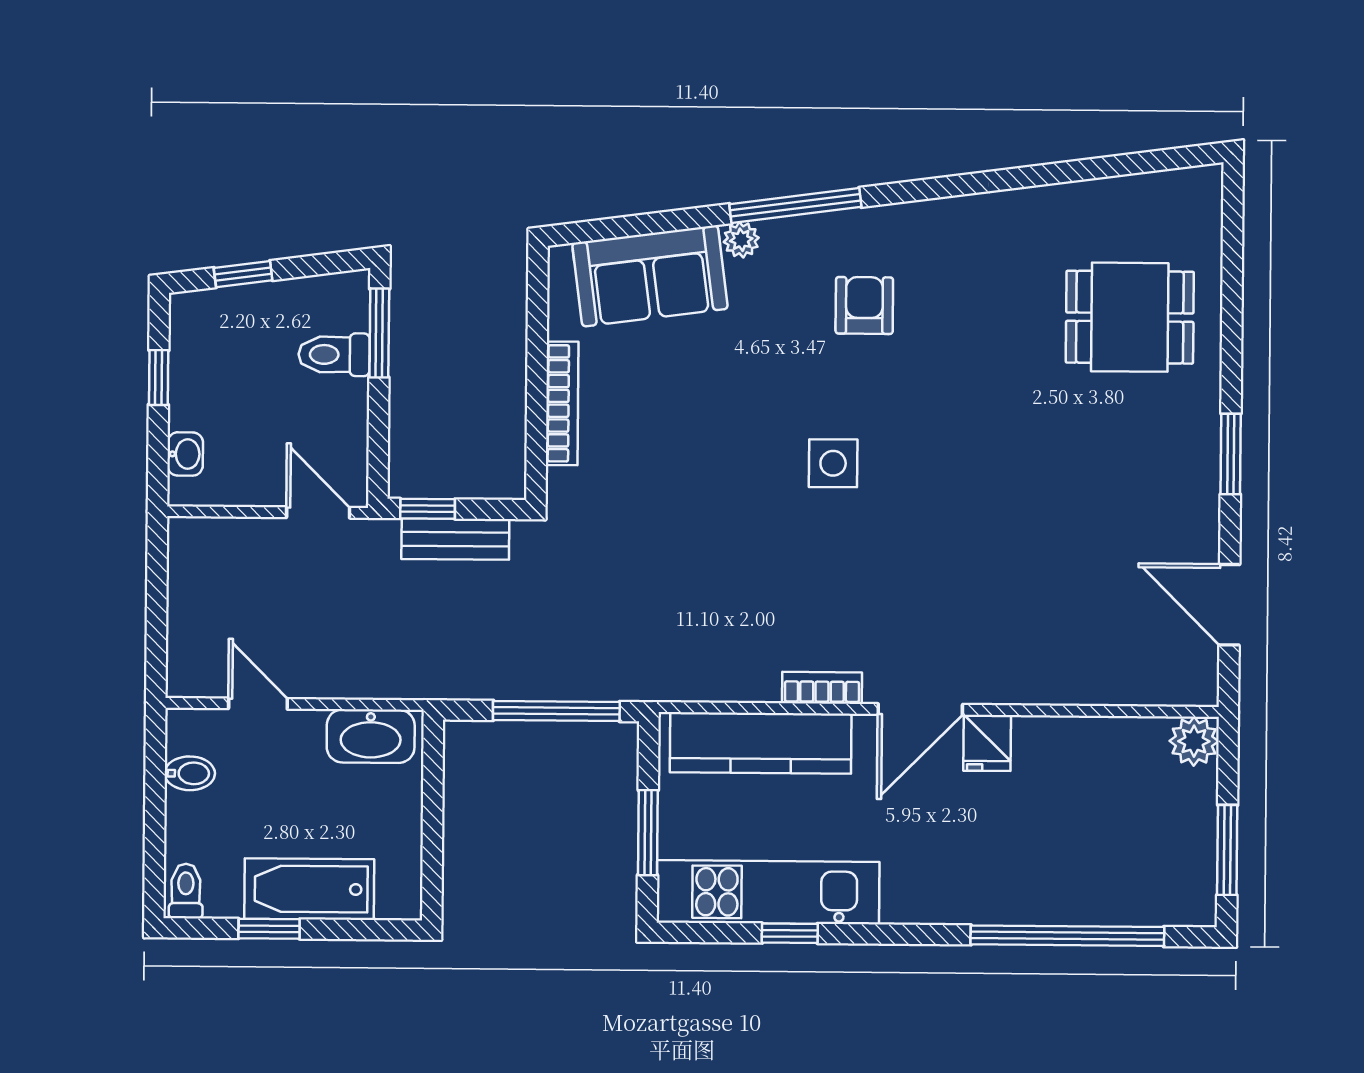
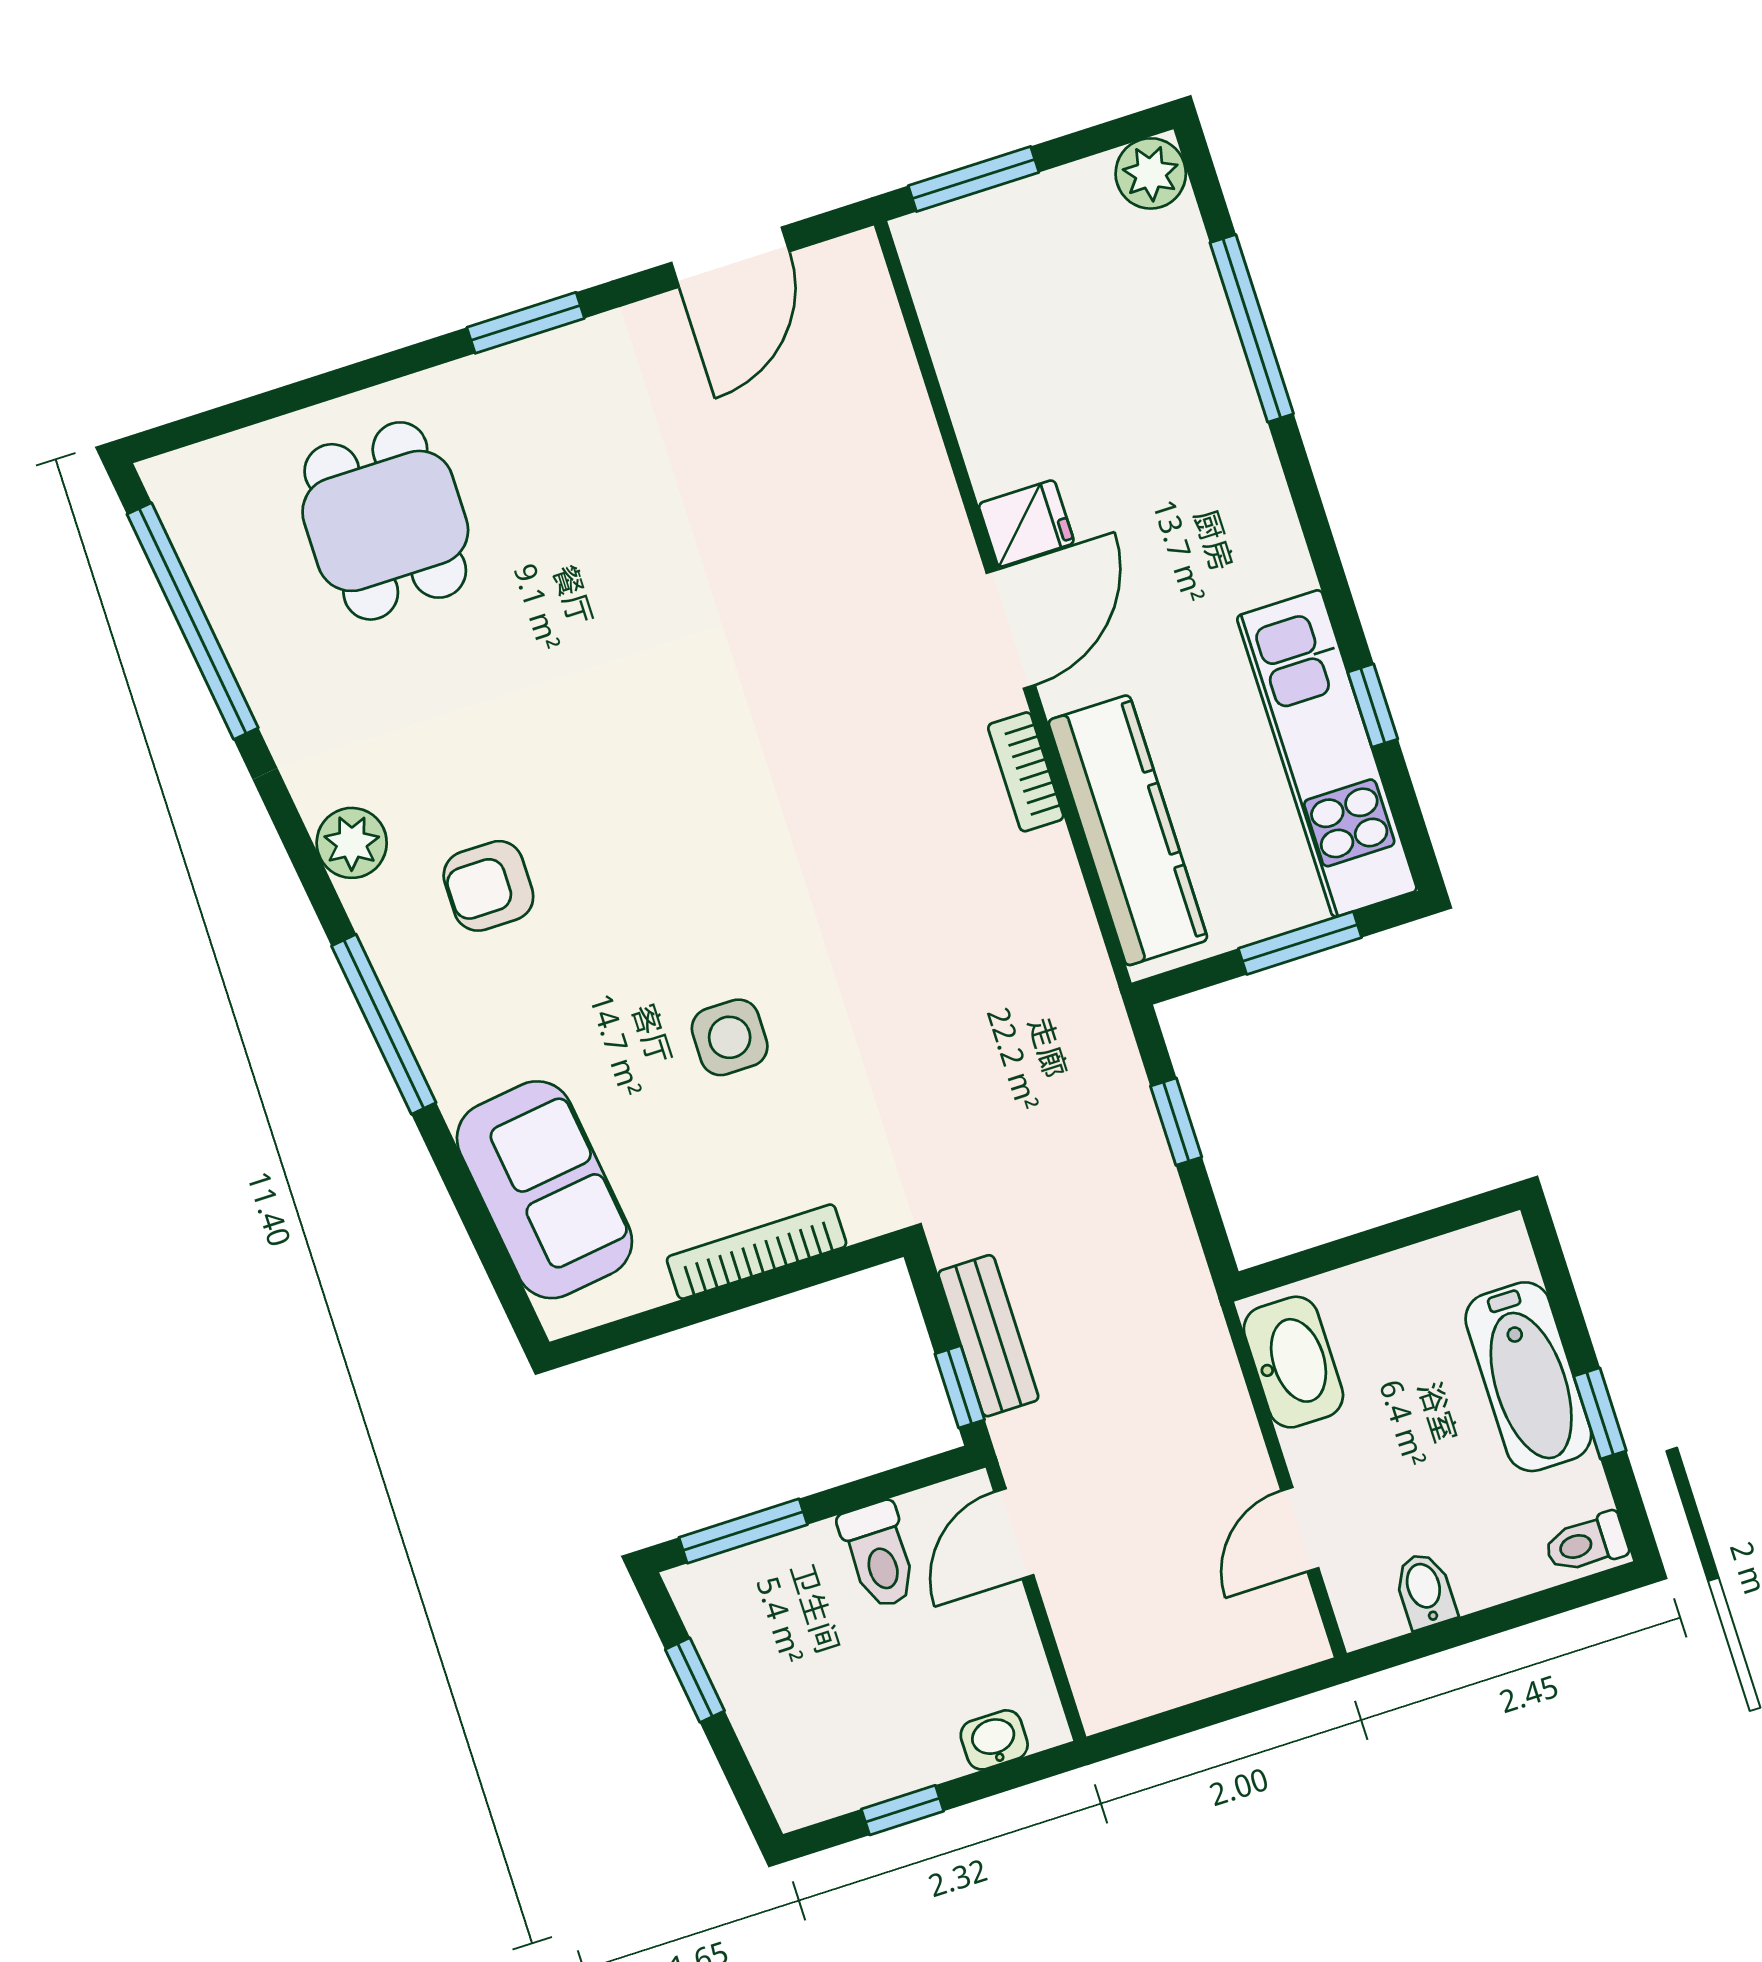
window: (1106, 167) -> (193, 621), added
plant: (741, 240) -> (352, 843), moved, width x1.38, depth x1.38
window: (243, 274) -> (695, 1680), moved
toilet: (334, 355) -> (879, 1555), moved
side table: (833, 463) -> (730, 1037), moved
door: (920, 709) -> (1011, 629), hinge flipped
window: (556, 711) -> (1176, 1122), width x0.46
plant: (1194, 741) -> (1151, 173), moved
window: (1227, 850) -> (974, 179), moved
window: (1067, 936) -> (1252, 328), width x0.68

